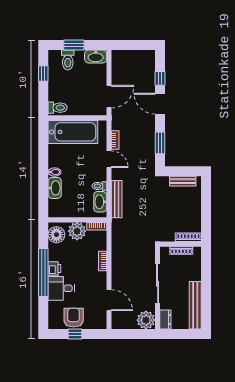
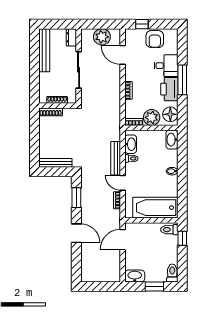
toilet: (68, 60) -> (172, 273), moved
window: (43, 74) -> (182, 238), moved
window: (160, 78) -> (76, 256), removed
bench: (183, 181) -> (56, 163), width x1.36
washbasin: (55, 188) -> (172, 140), moved
bench: (117, 199) -> (116, 158), moved
printer: (54, 268) -> (169, 89), width x1.87, depth x1.48
window: (43, 273) -> (182, 80), width x0.68
plant: (146, 320) -> (102, 37), moved
window: (75, 334) -> (142, 24), moved

